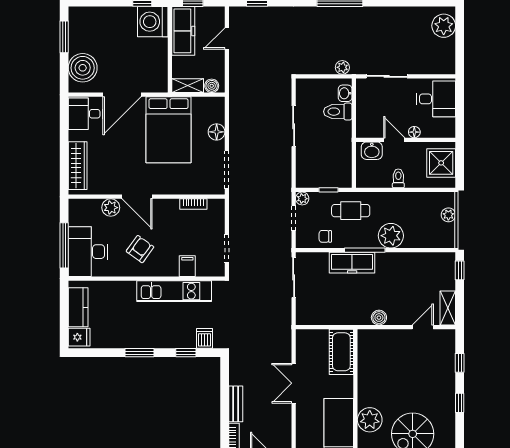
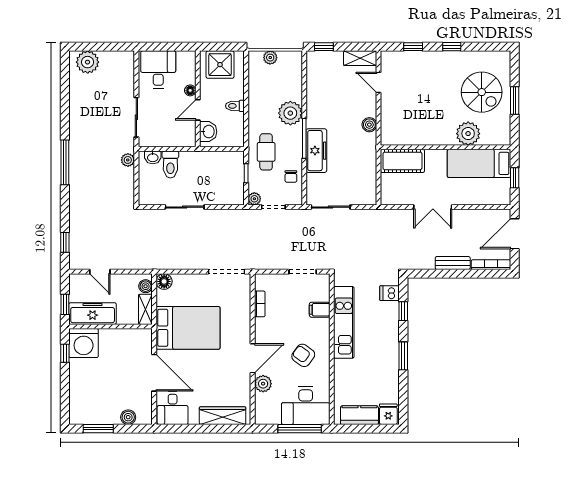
boiler: (83, 68) -> (128, 417), width x0.54, depth x0.54
floor lamp: (217, 132) -> (164, 281), moved

